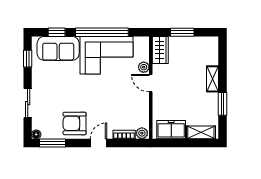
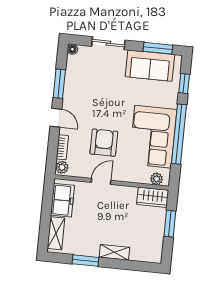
sofa: (58, 48) -> (150, 66), moved, turned -90
window: (28, 59) -> (158, 48), width x1.50
plant: (144, 67) -> (157, 179), moved
door: (151, 83) -> (101, 181), moved
armchair: (75, 123) -> (104, 143), moved
window: (52, 143) -> (59, 84), moved

